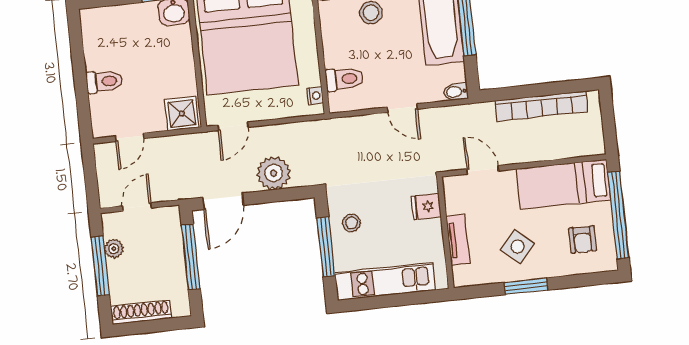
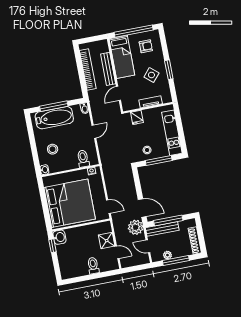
shower: (182, 113) -> (107, 241), moved
bench: (539, 151) -> (108, 69), added
plant: (274, 173) -> (136, 227), moved
bench: (173, 242) -> (162, 229), added

